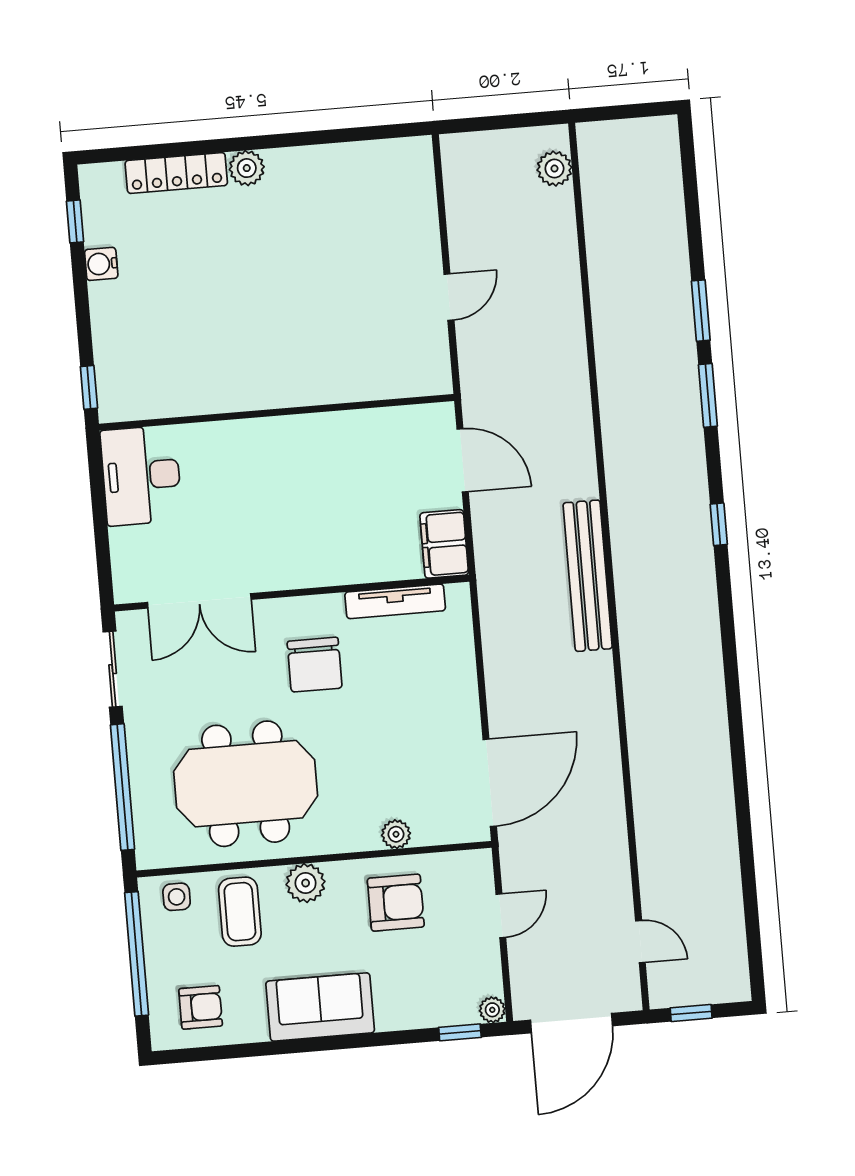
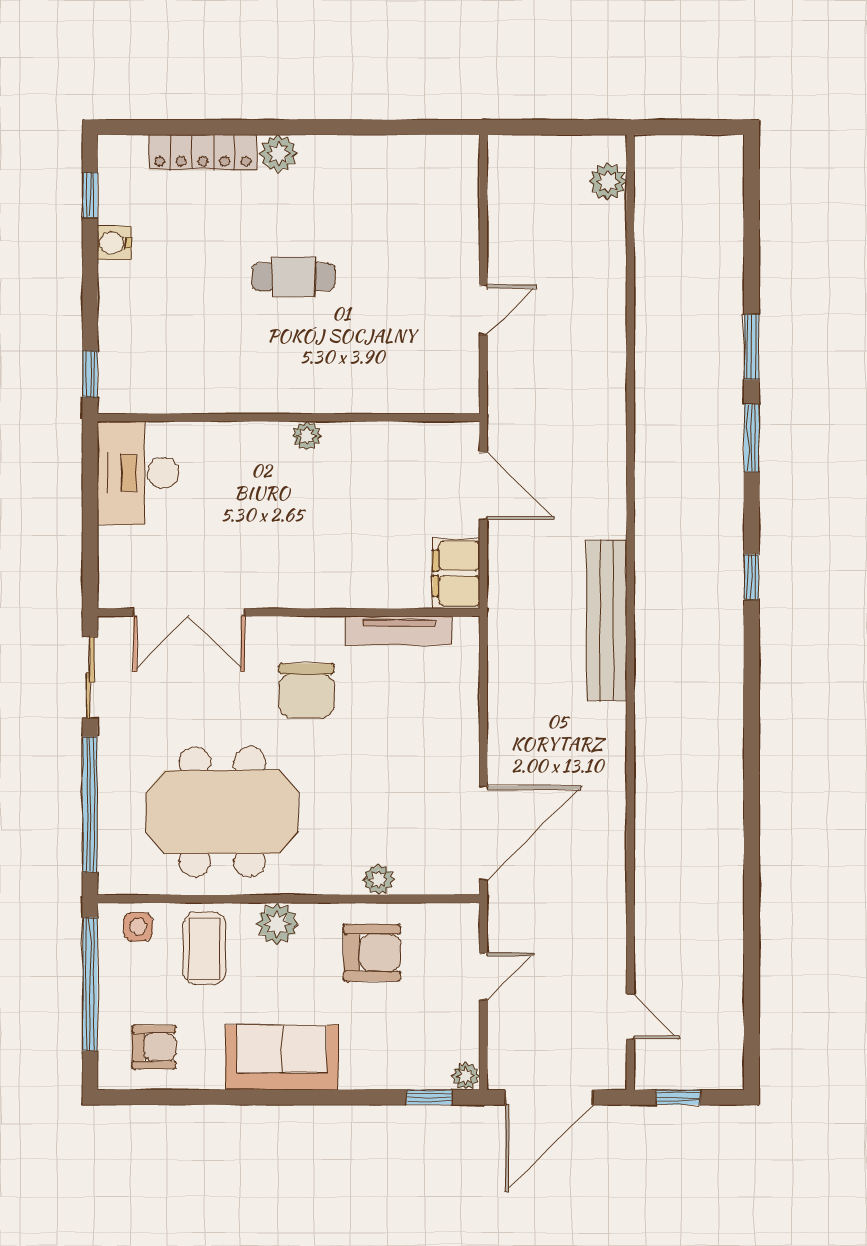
cafe table: (270, 281) -> (294, 277), added
plant: (295, 428) -> (307, 436), added

